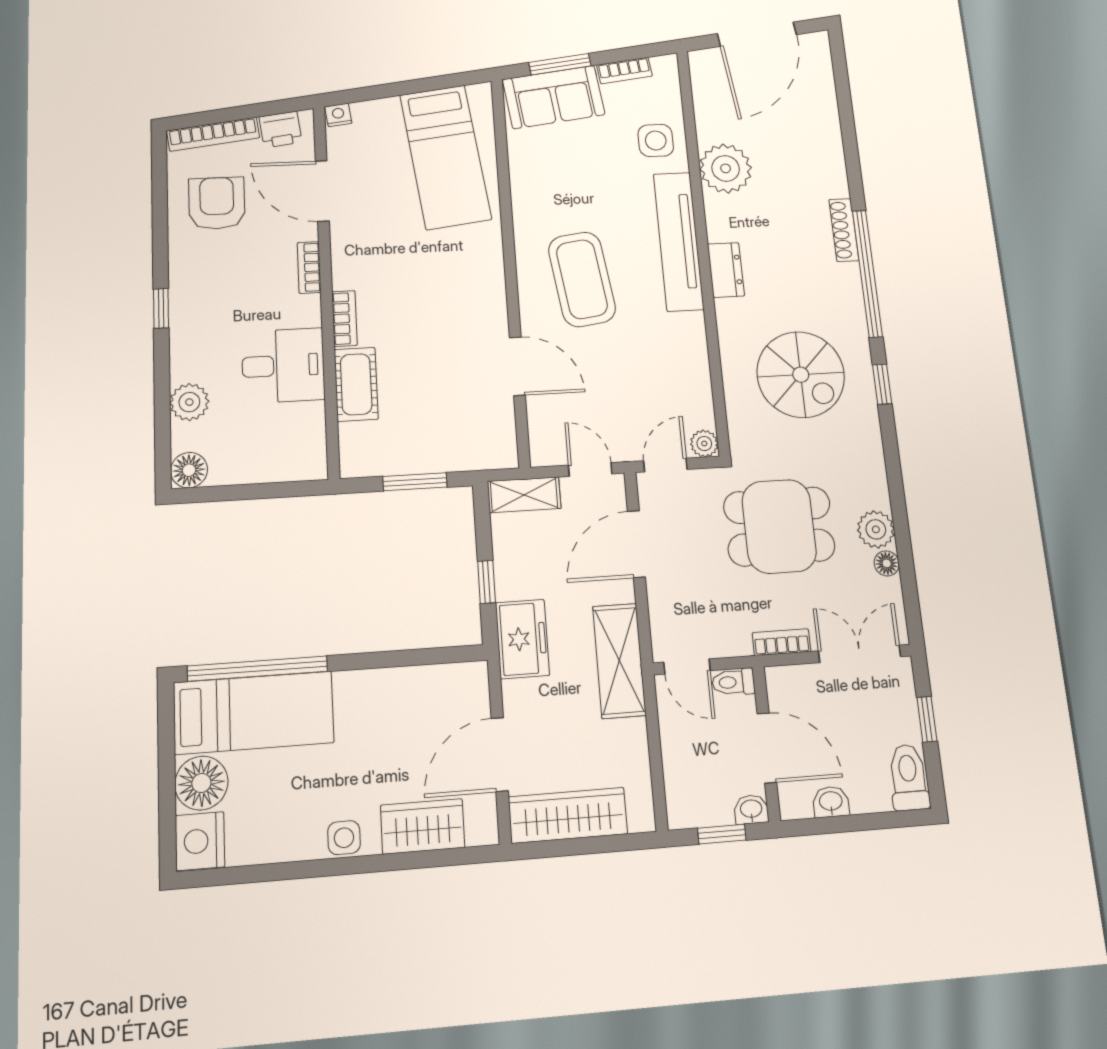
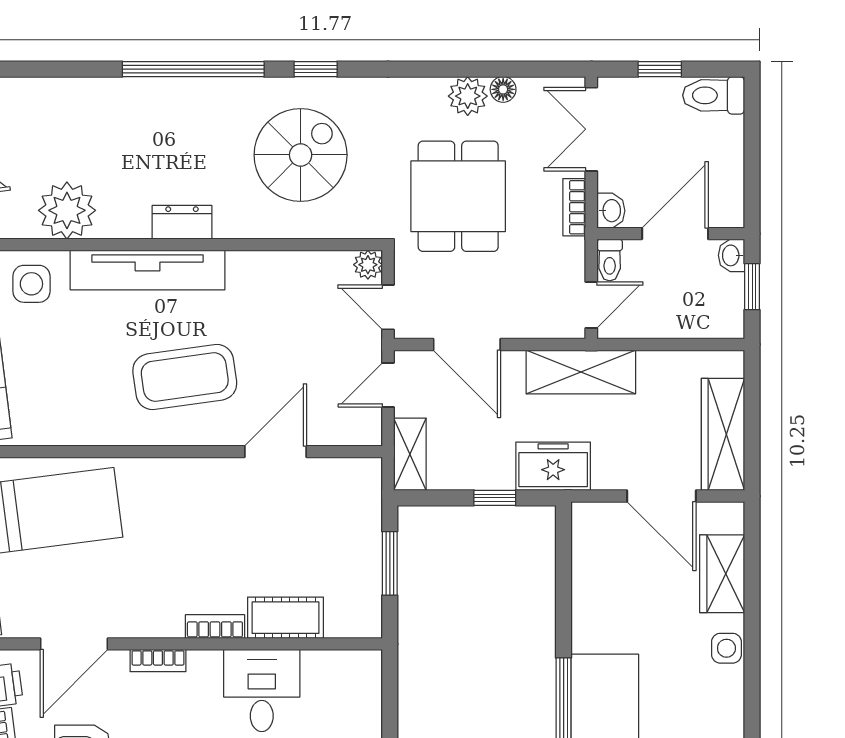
shoe rack: (844, 230) -> (143, 89), removed
washbasin: (831, 802) -> (611, 211), moved, turned 180

